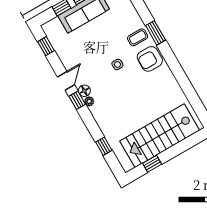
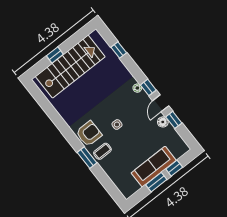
window: (46, 46) -> (174, 120), moved
floor lamp: (84, 91) -> (163, 122), moved
window: (152, 164) -> (55, 55), moved

